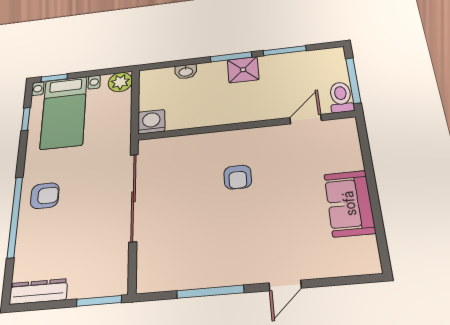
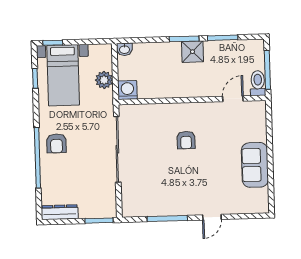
washbasin: (186, 72) -> (124, 49), moved
plant: (120, 82) -> (104, 80), moved
armchair: (45, 196) -> (56, 143), turned 90

